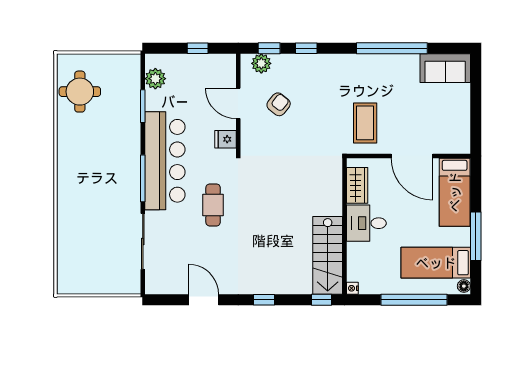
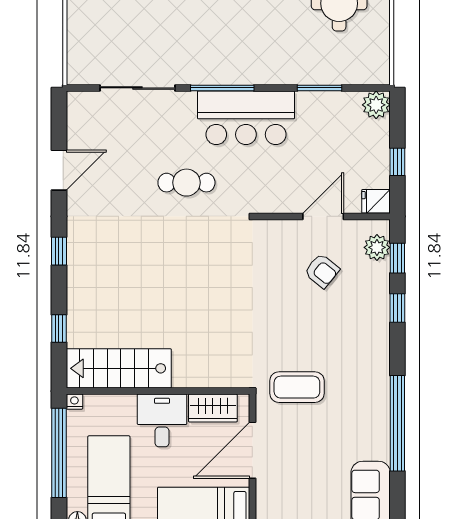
plant: (155, 79) -> (376, 105), moved
fridge: (226, 139) -> (376, 201), moved, turned -90
bar counter: (165, 161) -> (246, 118), width x0.73
wardrobe: (357, 185) -> (213, 408), moved
desk: (366, 223) -> (162, 420), moved
wall: (345, 226) -> (158, 391), moved
stairs: (328, 255) -> (119, 368), moved
nightstand: (352, 288) -> (74, 402), moved

